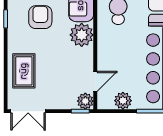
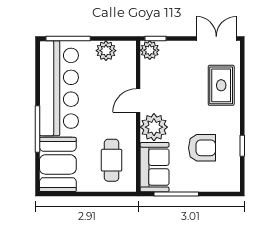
armchair: (40, 17) -> (202, 148), turned -90
door: (95, 81) -> (138, 101), moved

